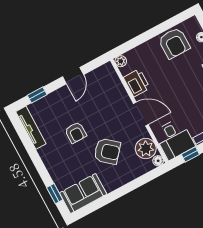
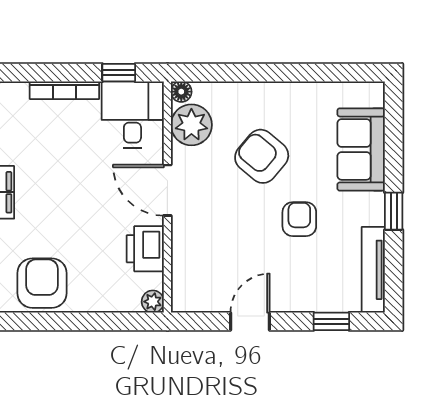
sofa: (83, 193) -> (361, 149), moved, turned 90
window: (55, 194) -> (394, 211), moved

